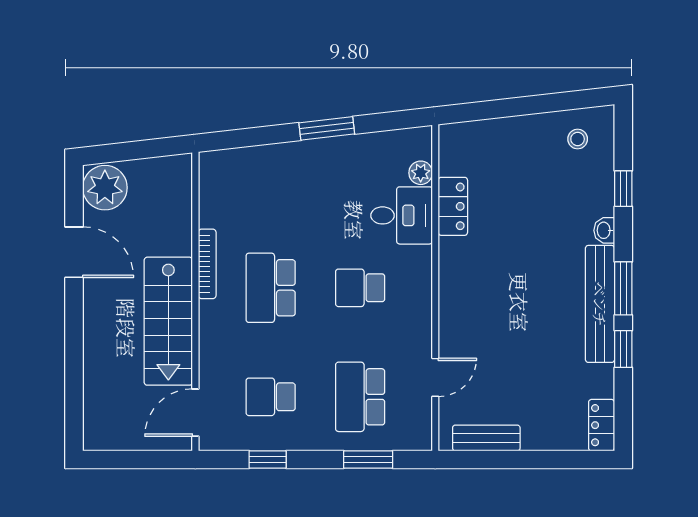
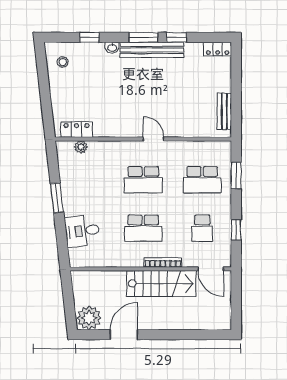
locker: (453, 206) -> (77, 130), moved
desk: (402, 215) -> (82, 231), moved, turned -97
bookcase: (207, 264) -> (163, 263), moved
school desk: (360, 288) -> (143, 180), width x1.85
door: (435, 377) -> (153, 139), moved

